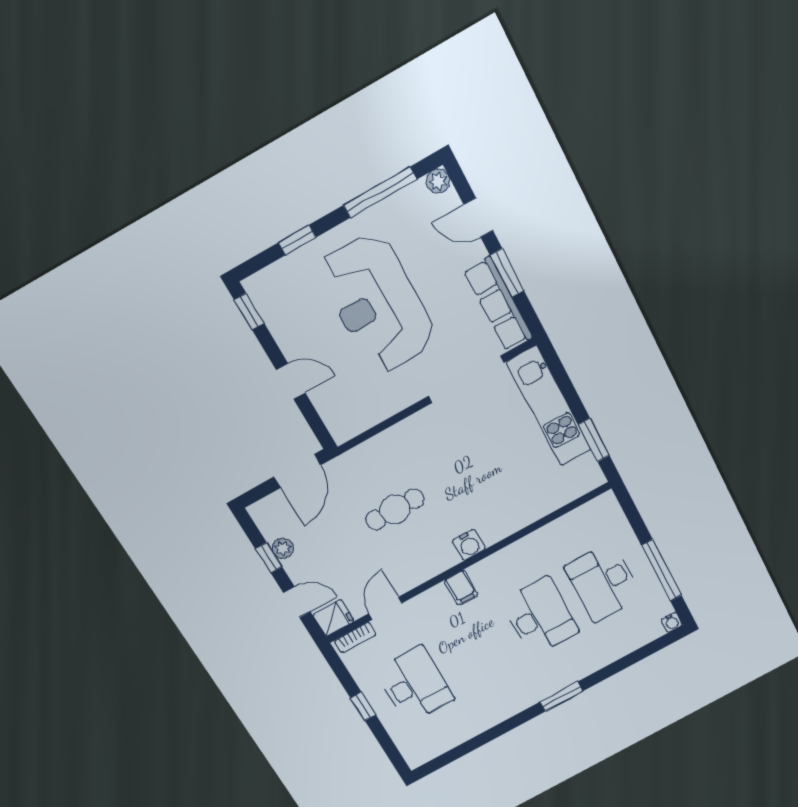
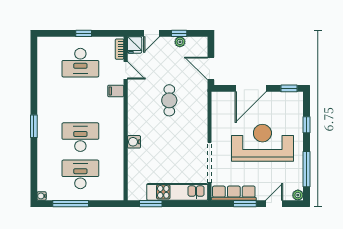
door: (291, 381) -> (251, 88), width x1.88
water cooler: (469, 545) -> (134, 142), moved
filing cabinet: (461, 587) -> (116, 91), moved
desk: (540, 617) -> (80, 137), turned 180

